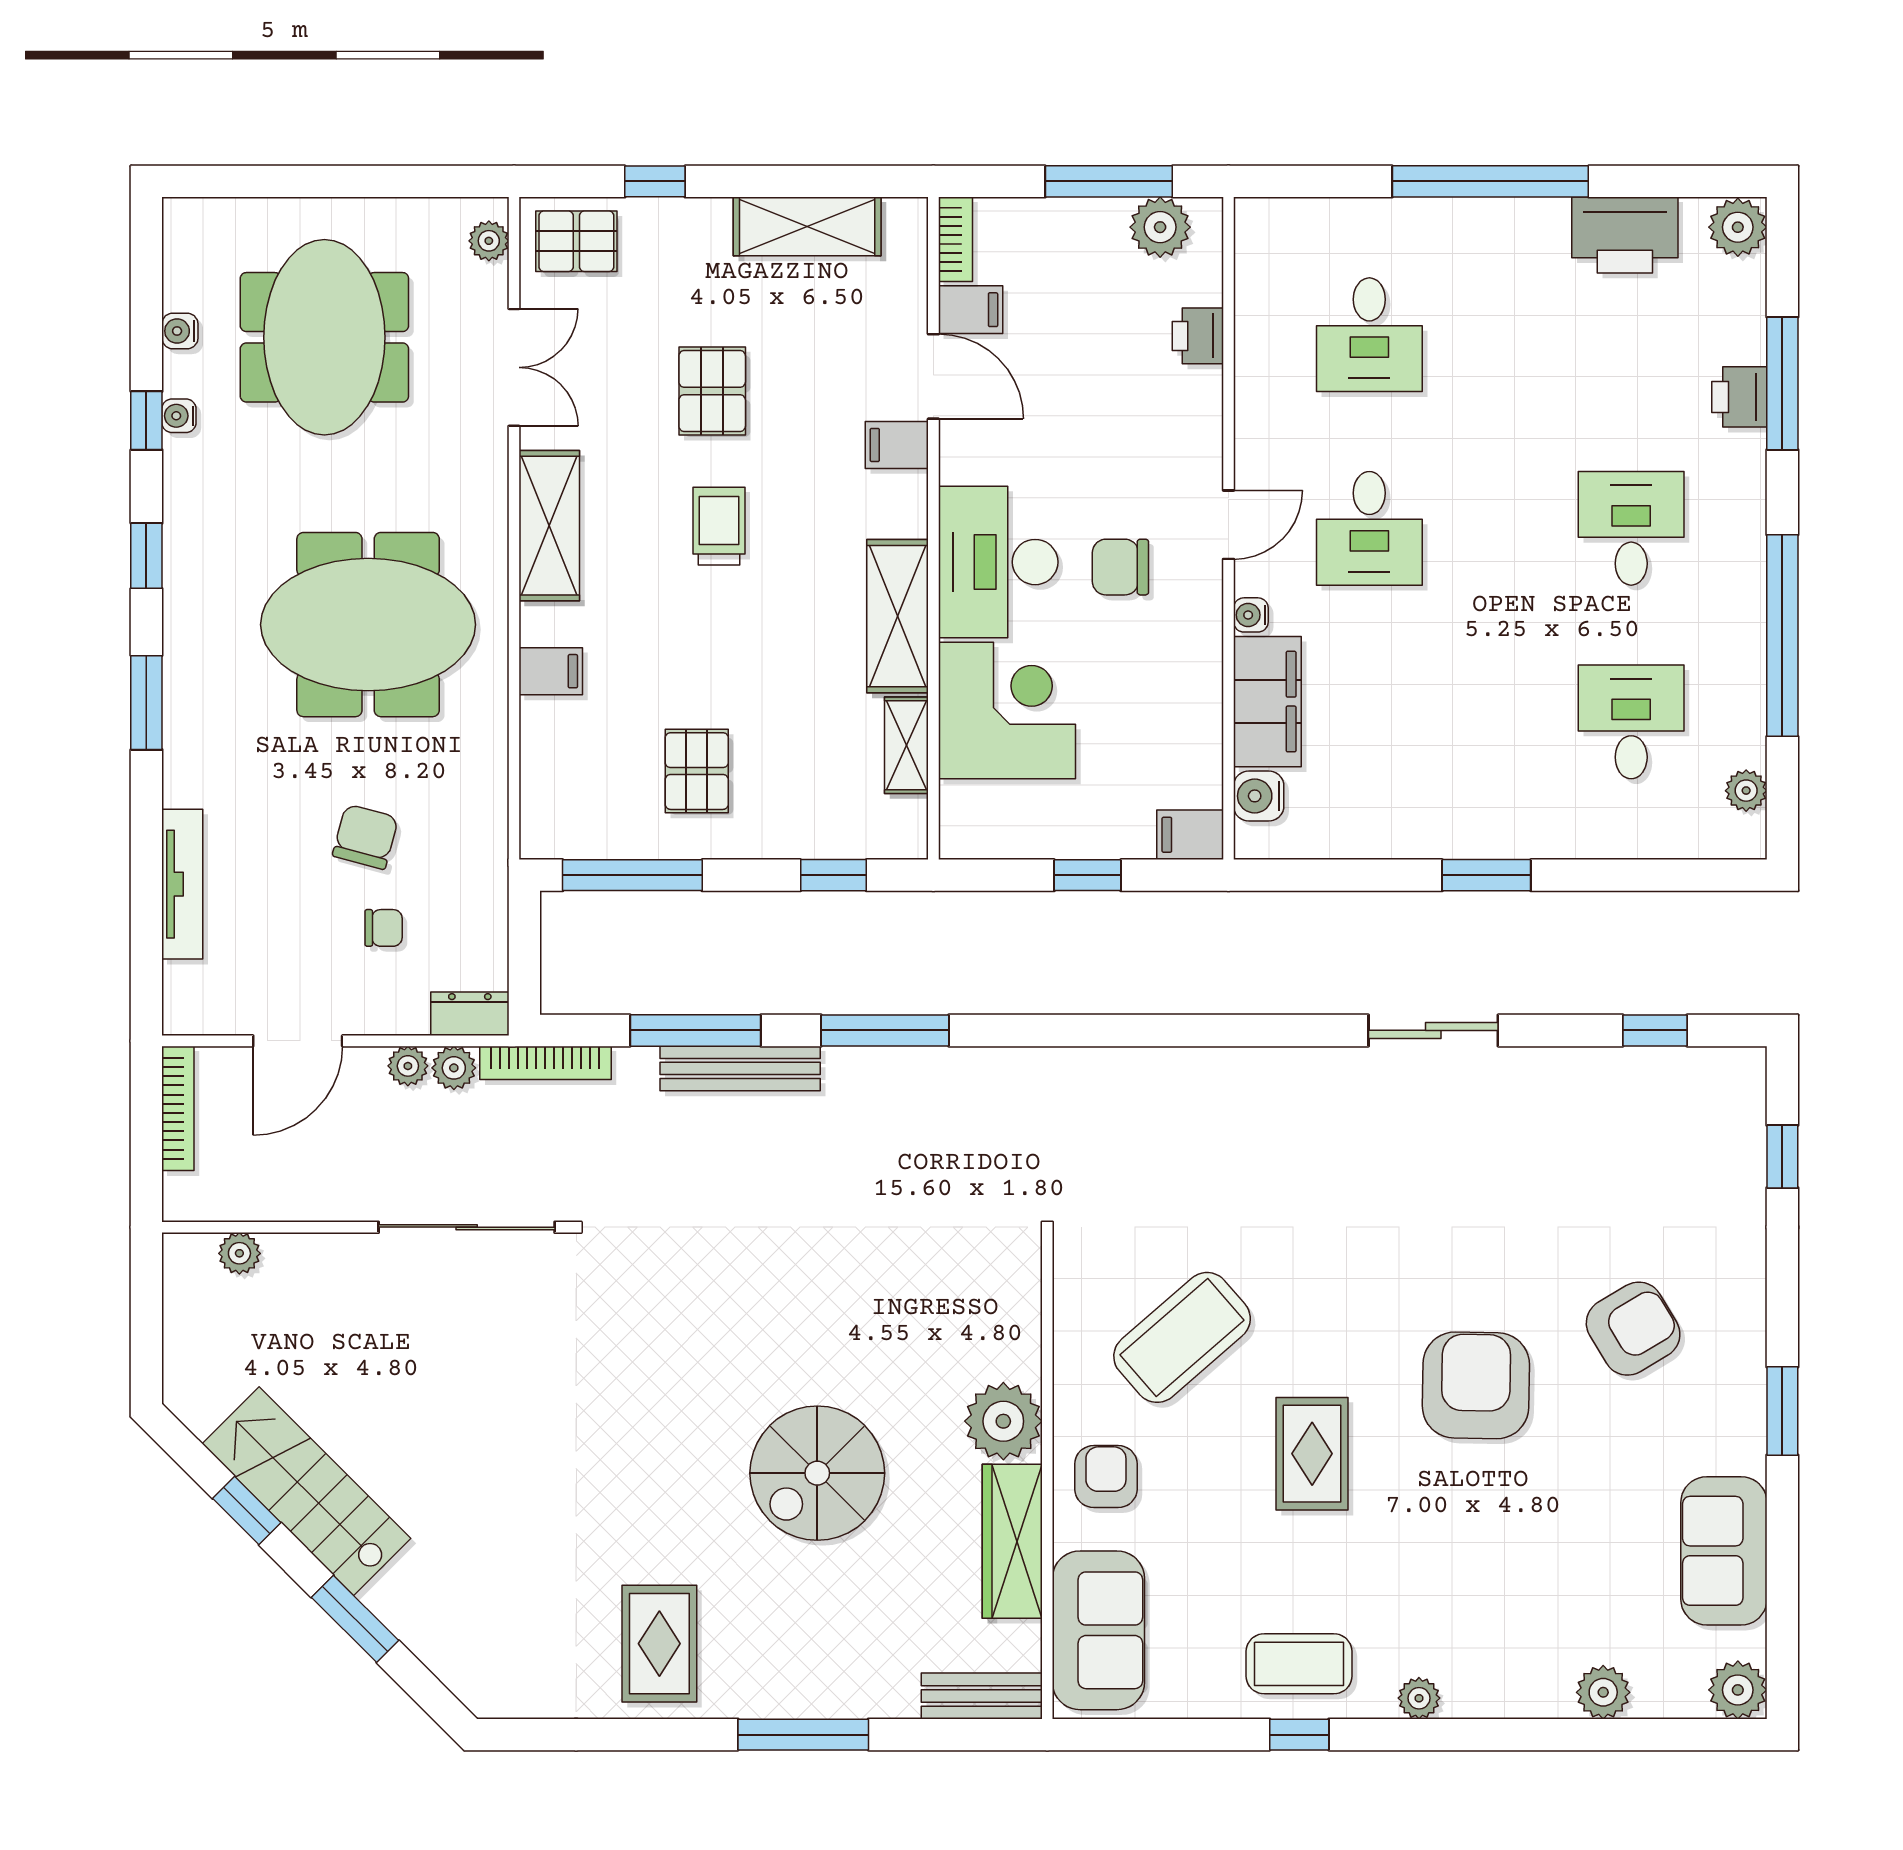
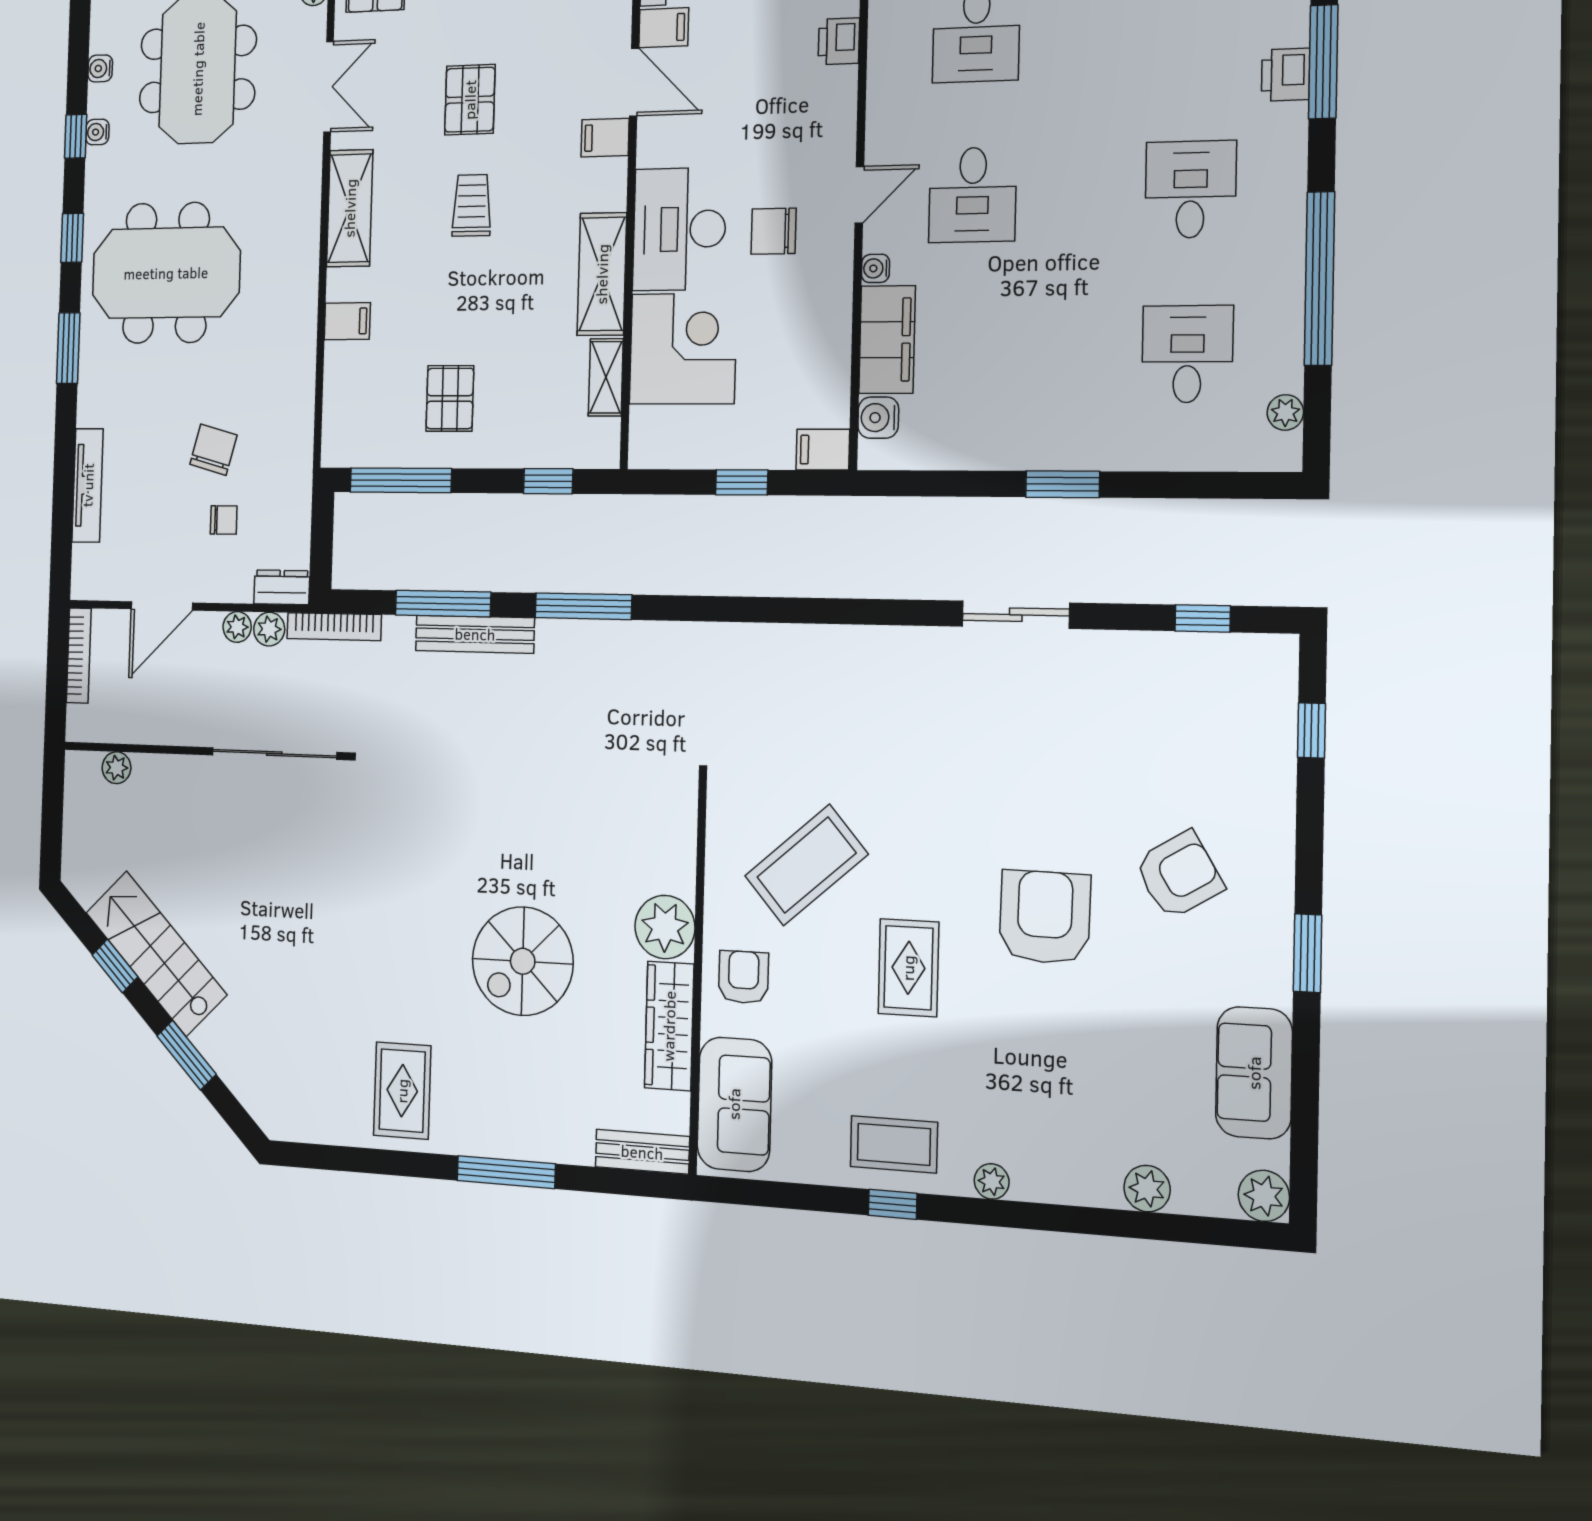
meeting table: (368, 625) -> (166, 273), moved

